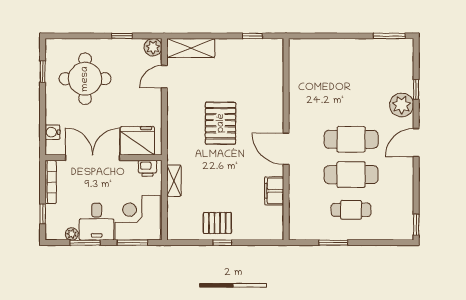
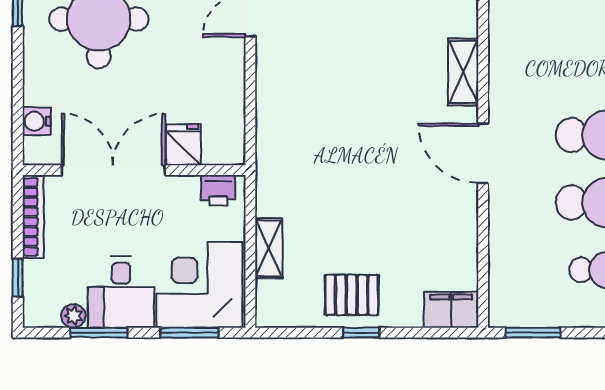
shelving: (276, 106) -> (463, 72), added
pallet: (221, 123) -> (358, 104), removed
fridge: (137, 141) -> (183, 145), width x0.53, depth x0.75
shelving: (174, 181) -> (269, 248), moved
filing cabinet: (274, 191) -> (451, 310), moved, turned 90
window: (333, 243) -> (533, 333), moved

